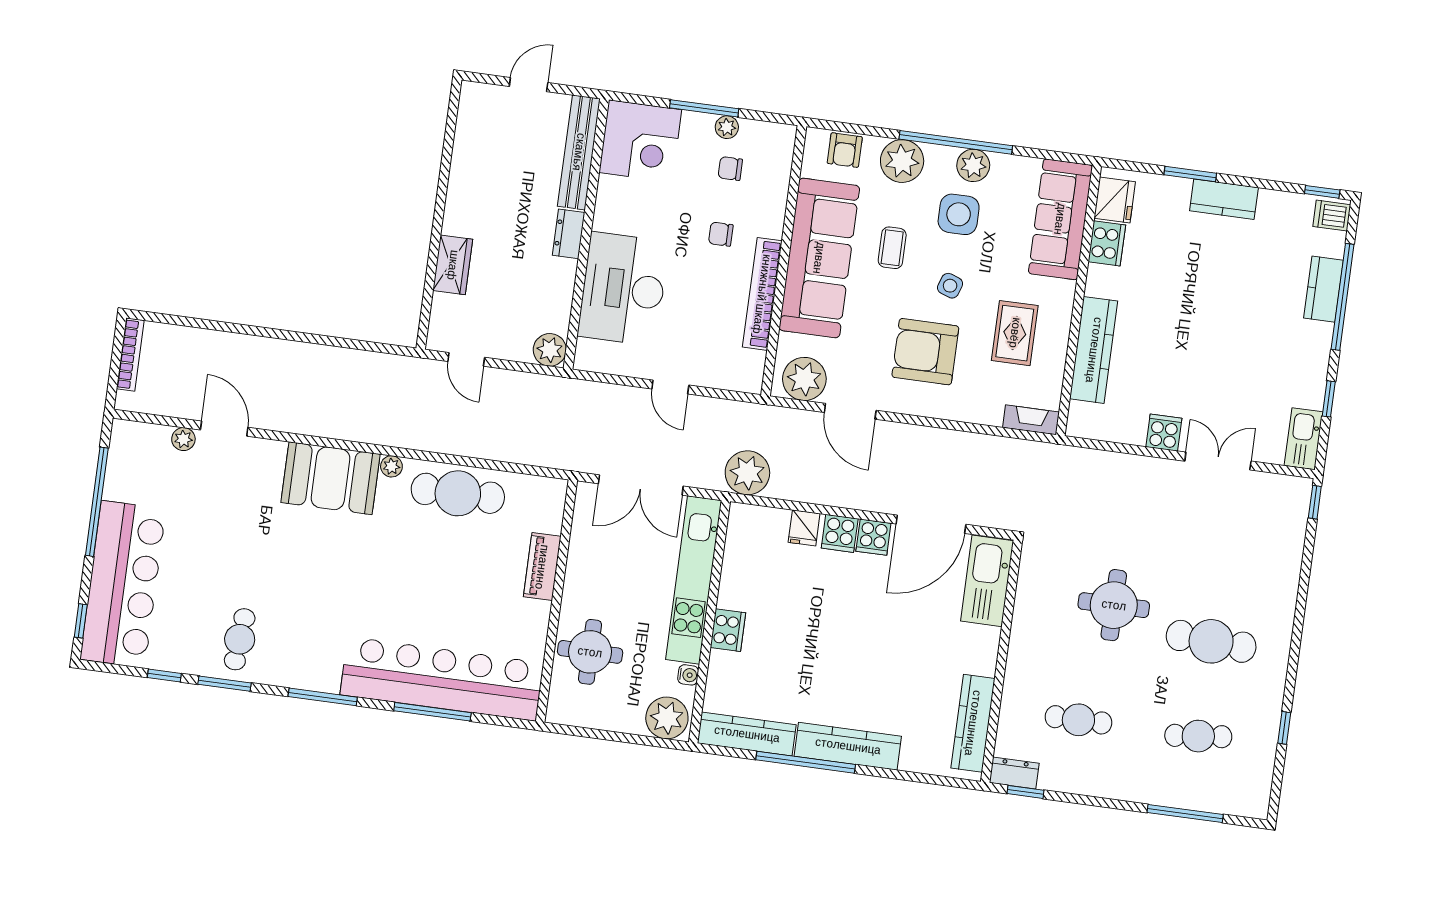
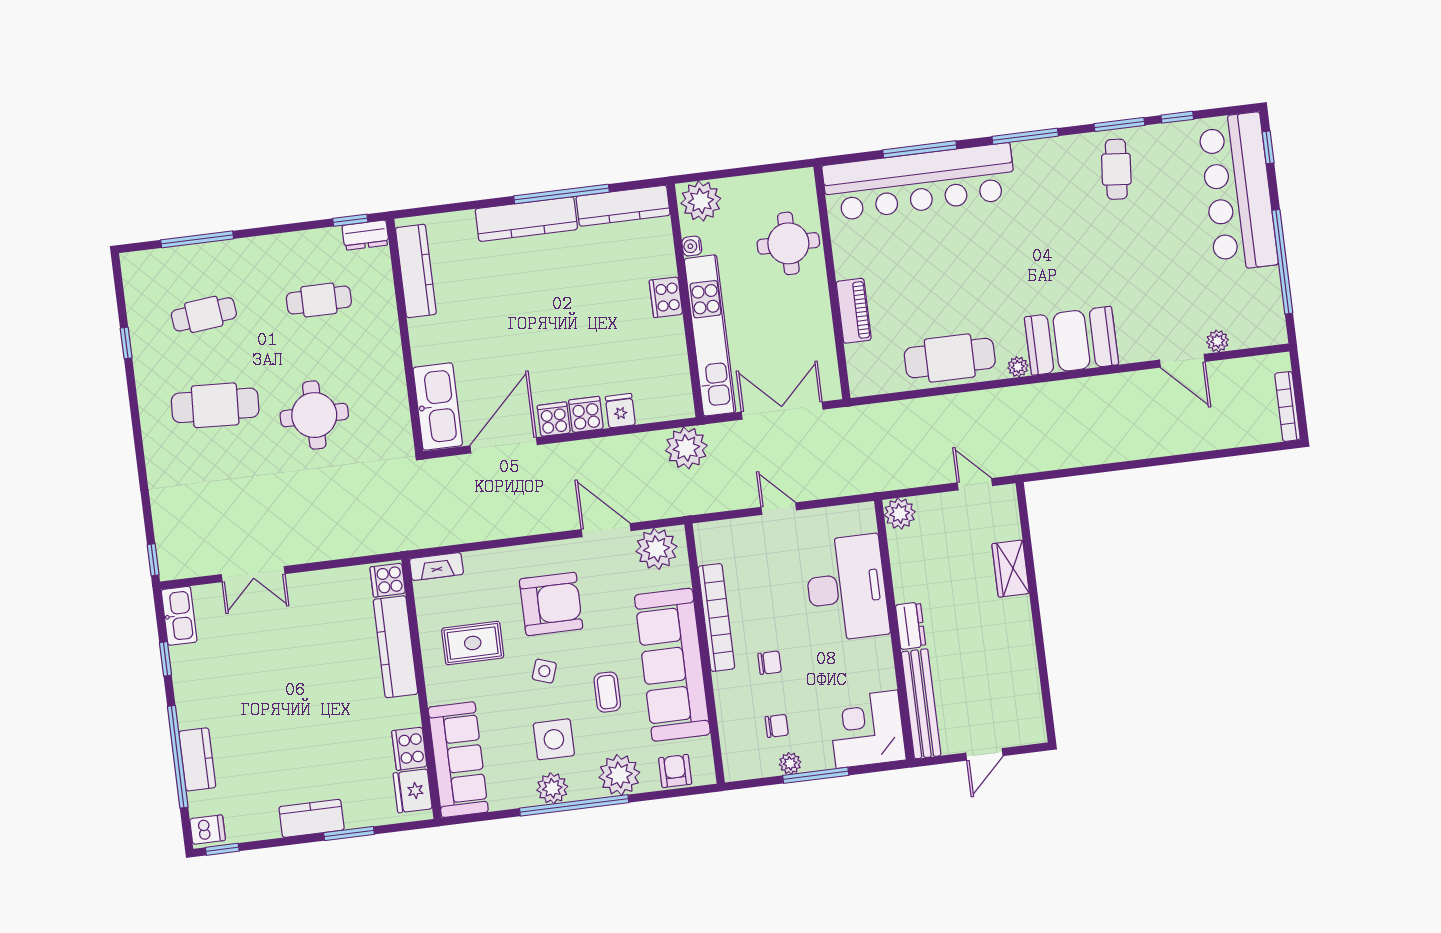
rug: (1015, 333) -> (473, 643), turned 90
cooker: (1164, 433) -> (388, 580), moved, turned 90

